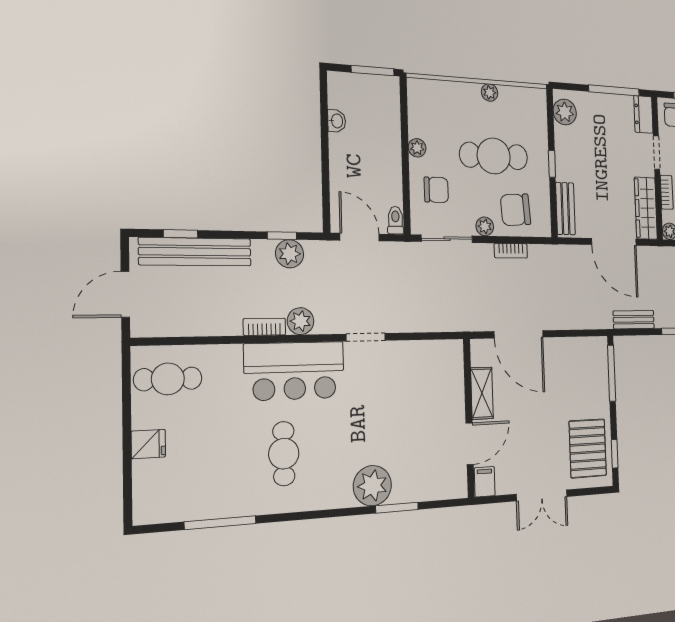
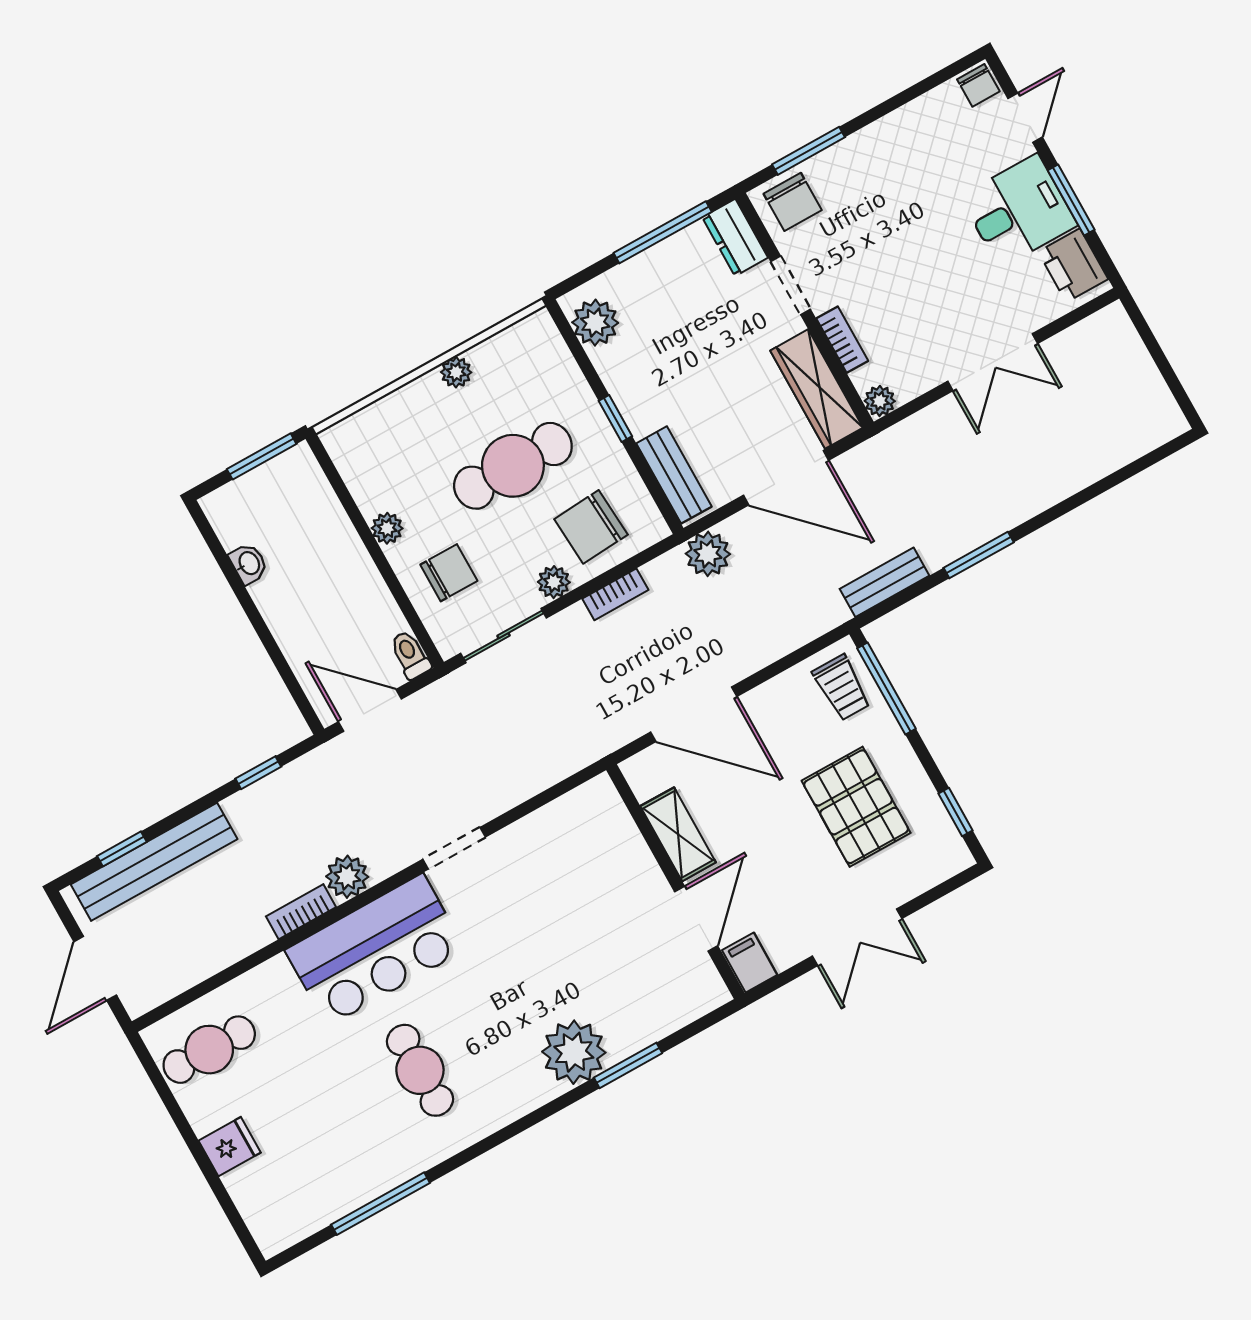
plant: (290, 254) -> (708, 554), moved
trolley: (592, 361) -> (842, 688), added
pallet: (588, 448) -> (856, 807), moved

